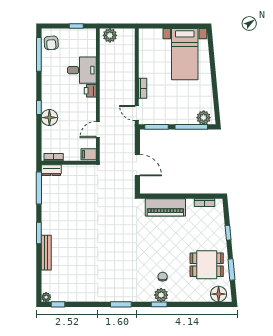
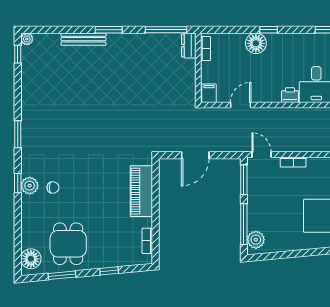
door: (137, 113) -> (262, 155), hinge flipped
door: (98, 129) -> (241, 105), hinge flipped

